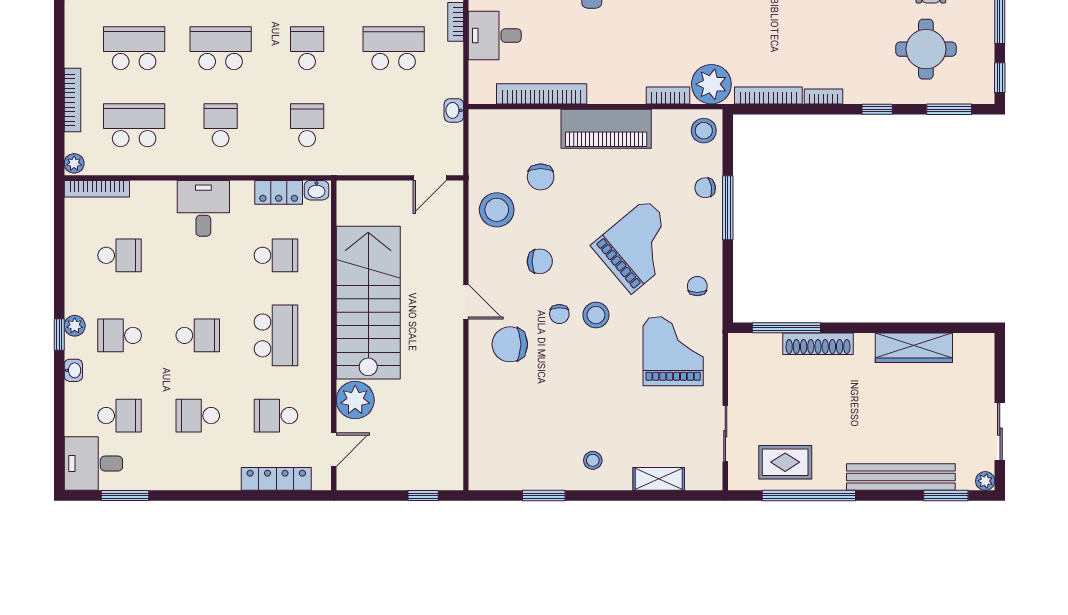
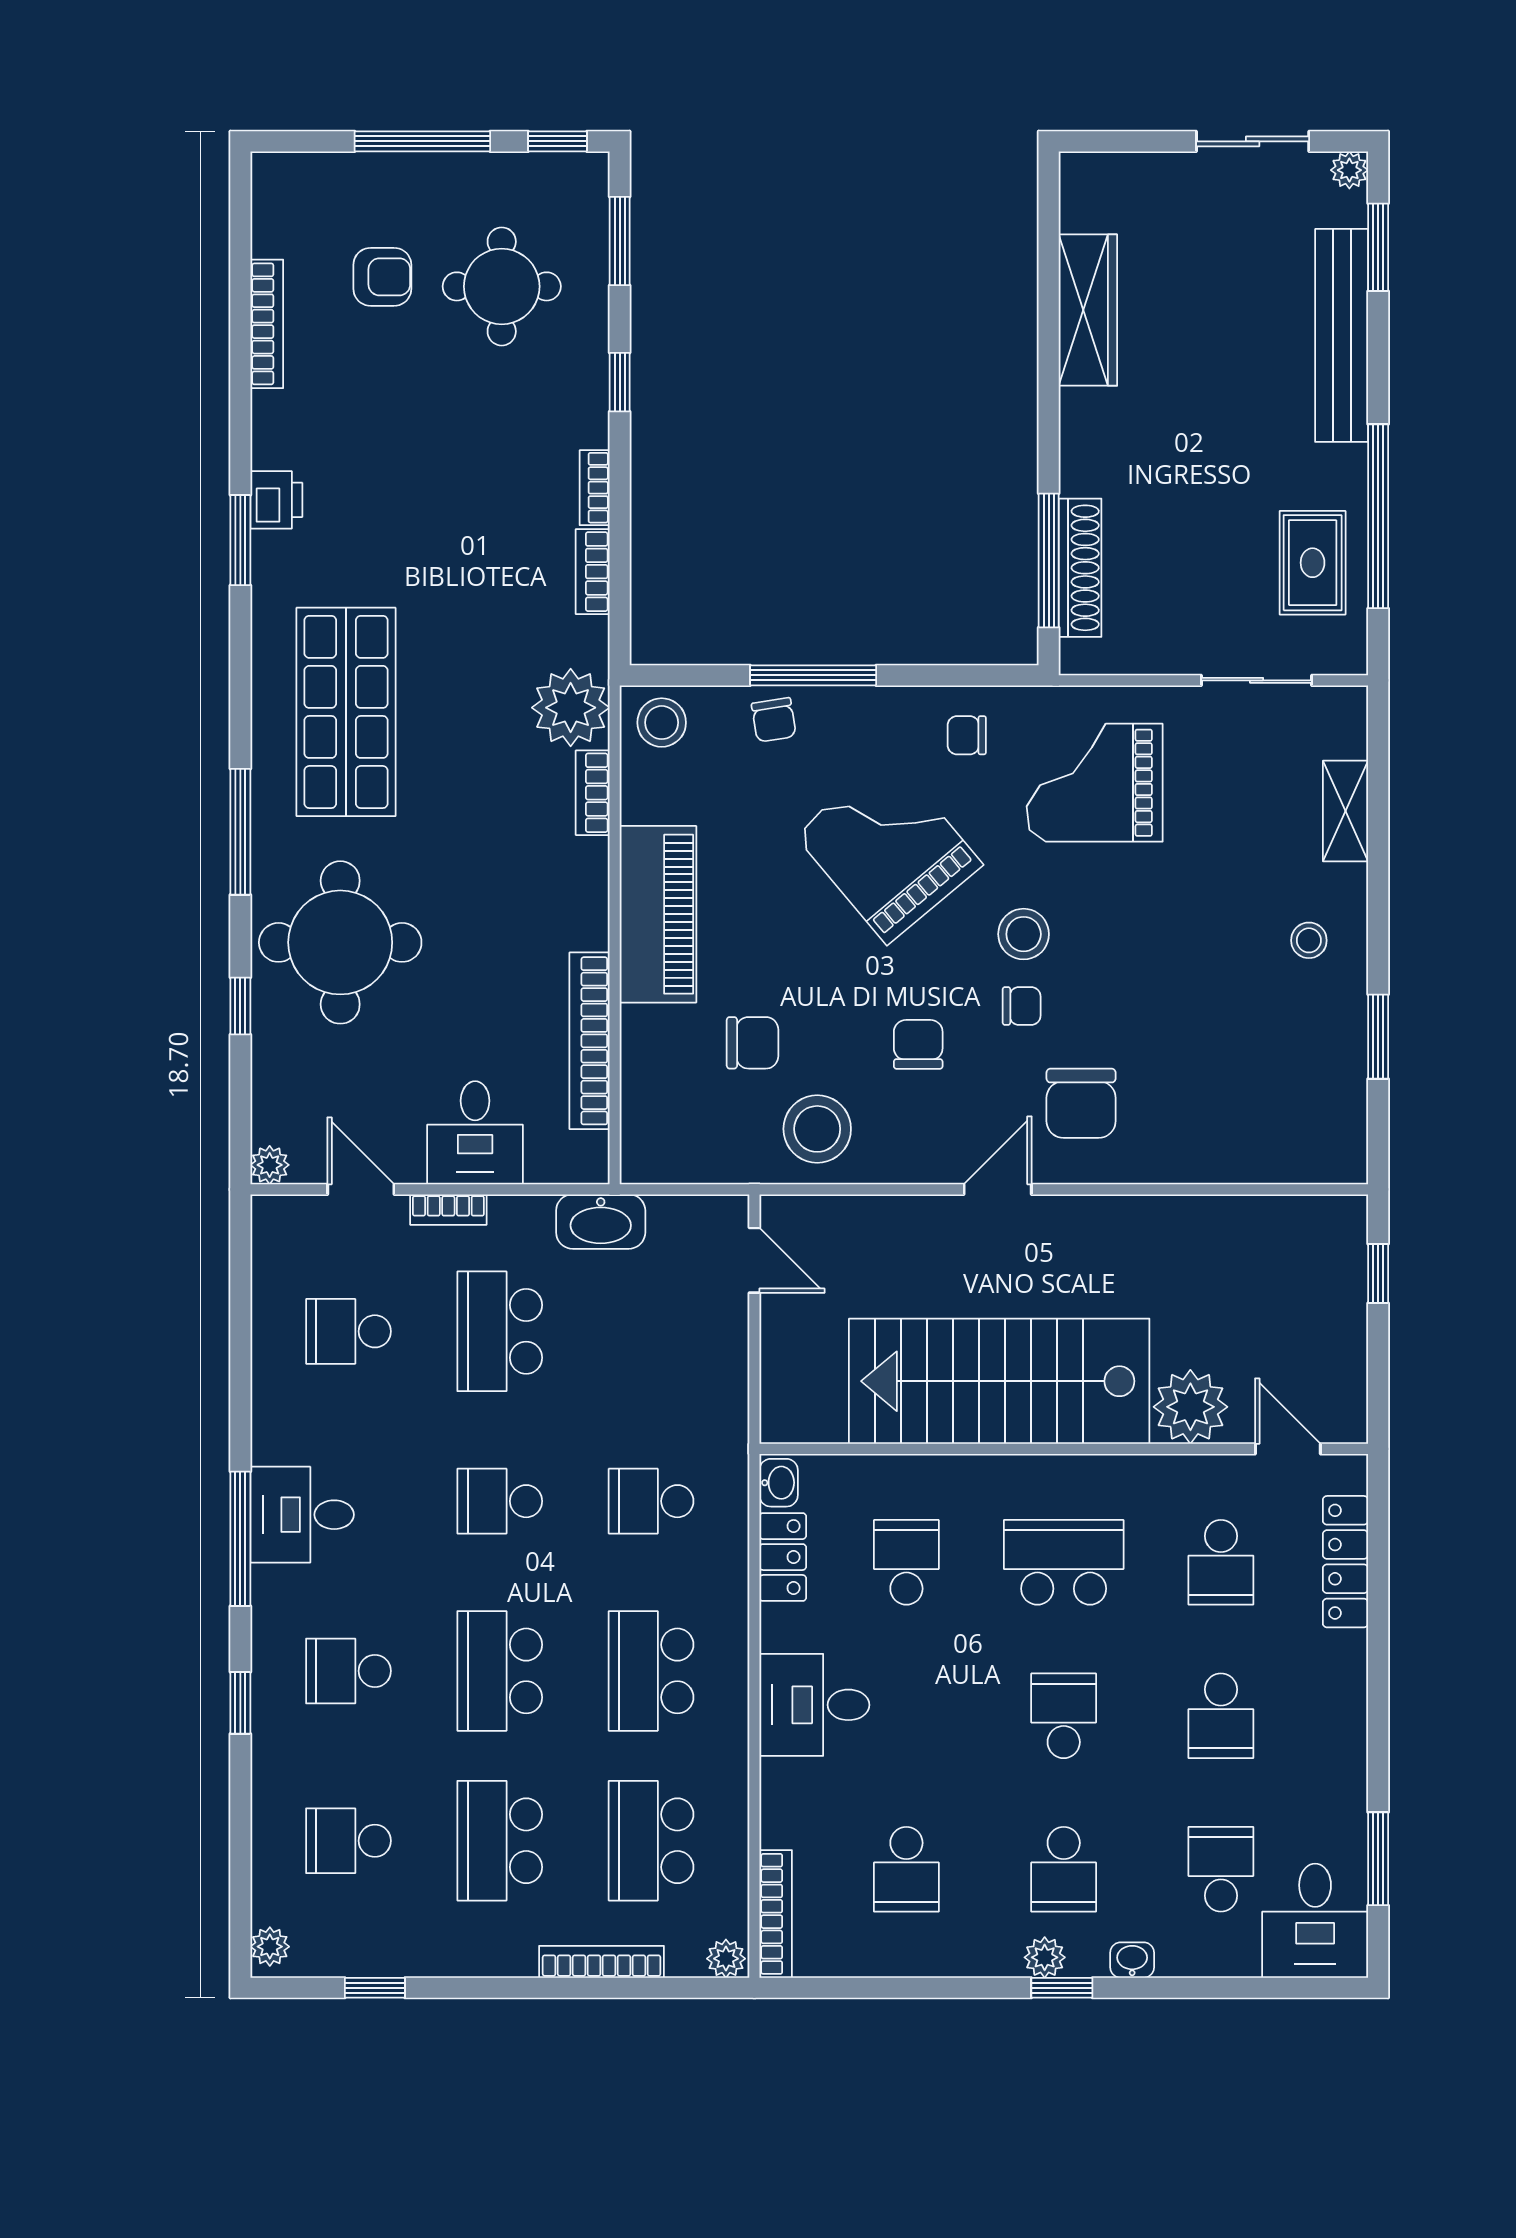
bookcase: (768, 95) -> (593, 572), width x0.64
washbasin: (454, 110) -> (601, 1222), width x1.91, depth x1.45
school desk: (221, 125) -> (651, 1671), width x1.85
school desk: (120, 255) -> (906, 1869), turned 180
shoe rack: (818, 344) -> (1080, 568), moved

